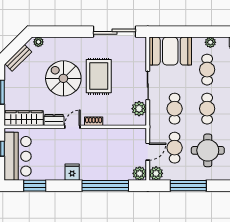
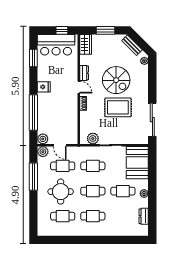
spiral stairs: (63, 78) -> (116, 80), turned 90
wardrobe: (24, 118) -> (86, 44), width x0.67

